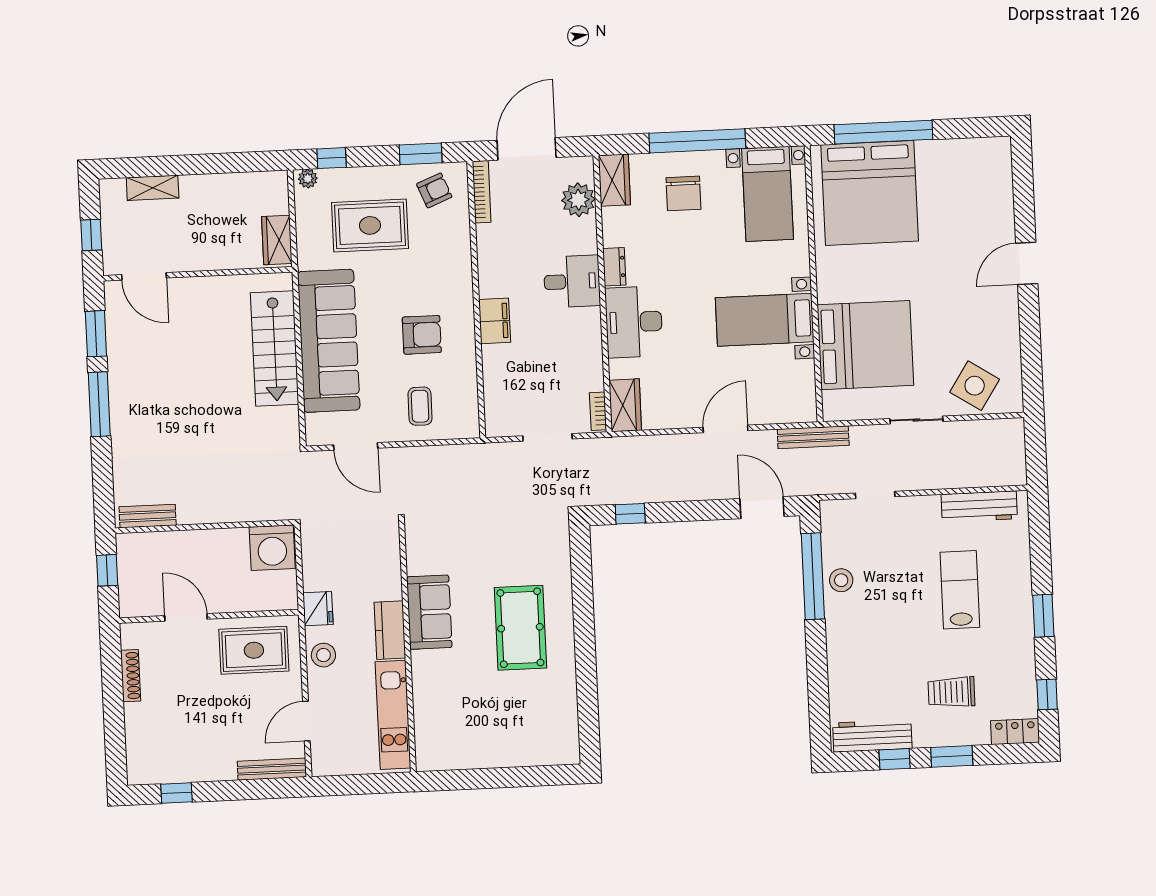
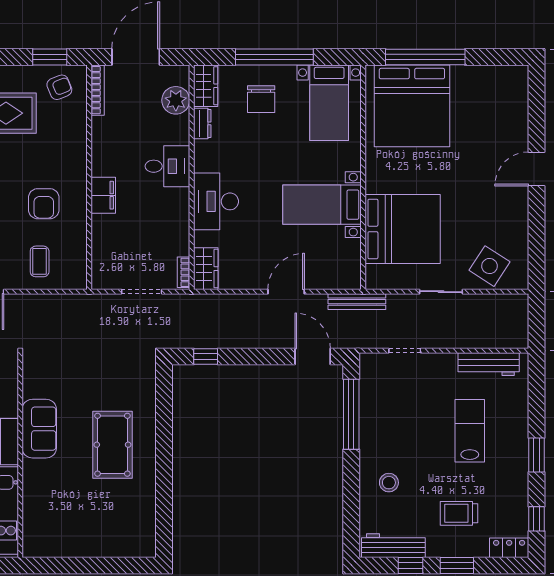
dresser: (614, 267) -> (202, 123), moved
armchair: (422, 335) -> (44, 204), turned 90
stool: (841, 580) -> (389, 483), moved

